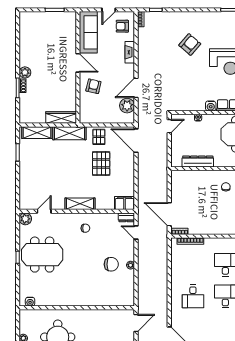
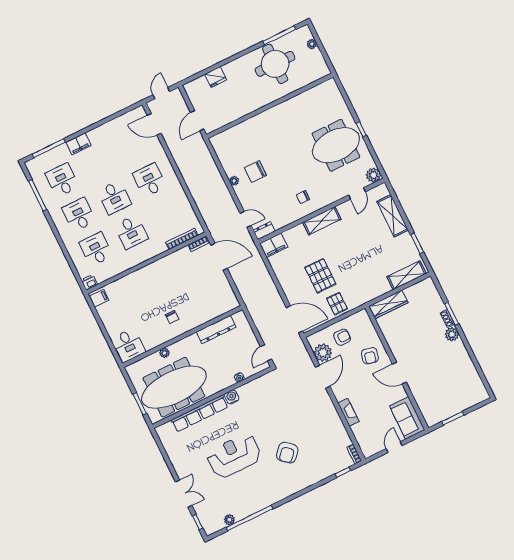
armchair: (122, 26) -> (342, 337), moved
sofa: (88, 32) -> (407, 418), width x0.73
shelving: (69, 133) -> (393, 216), moved, turned 90
water cooler: (30, 302) -> (324, 88), removed

